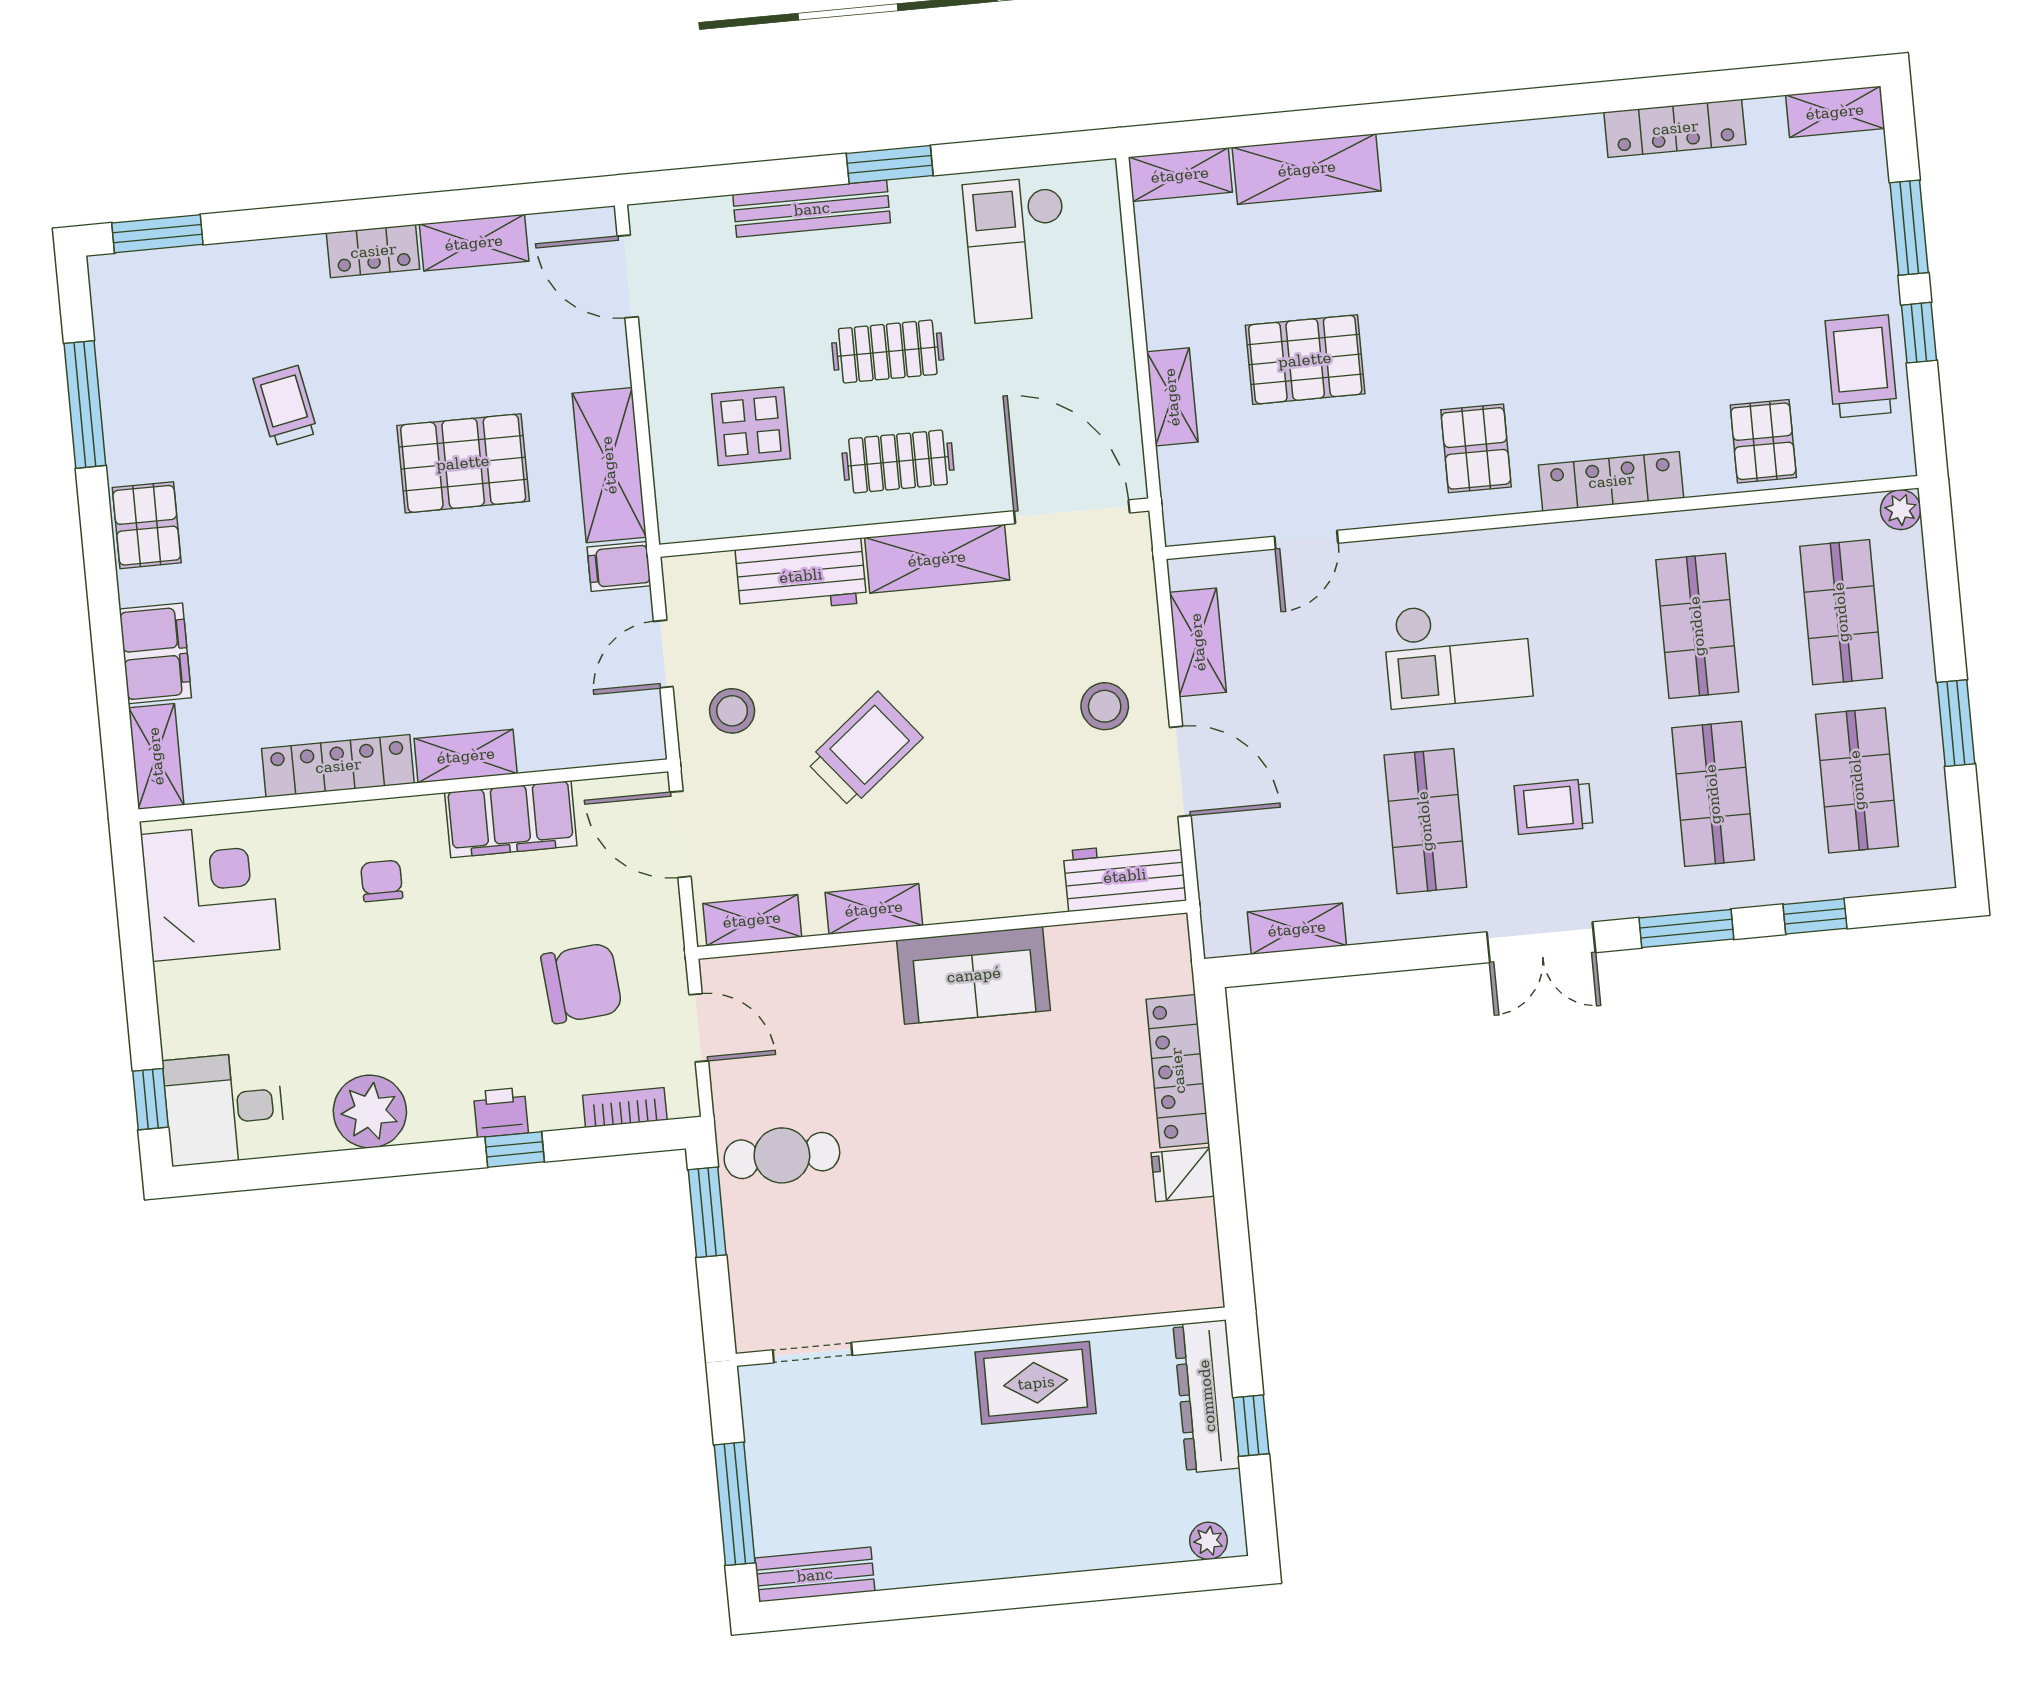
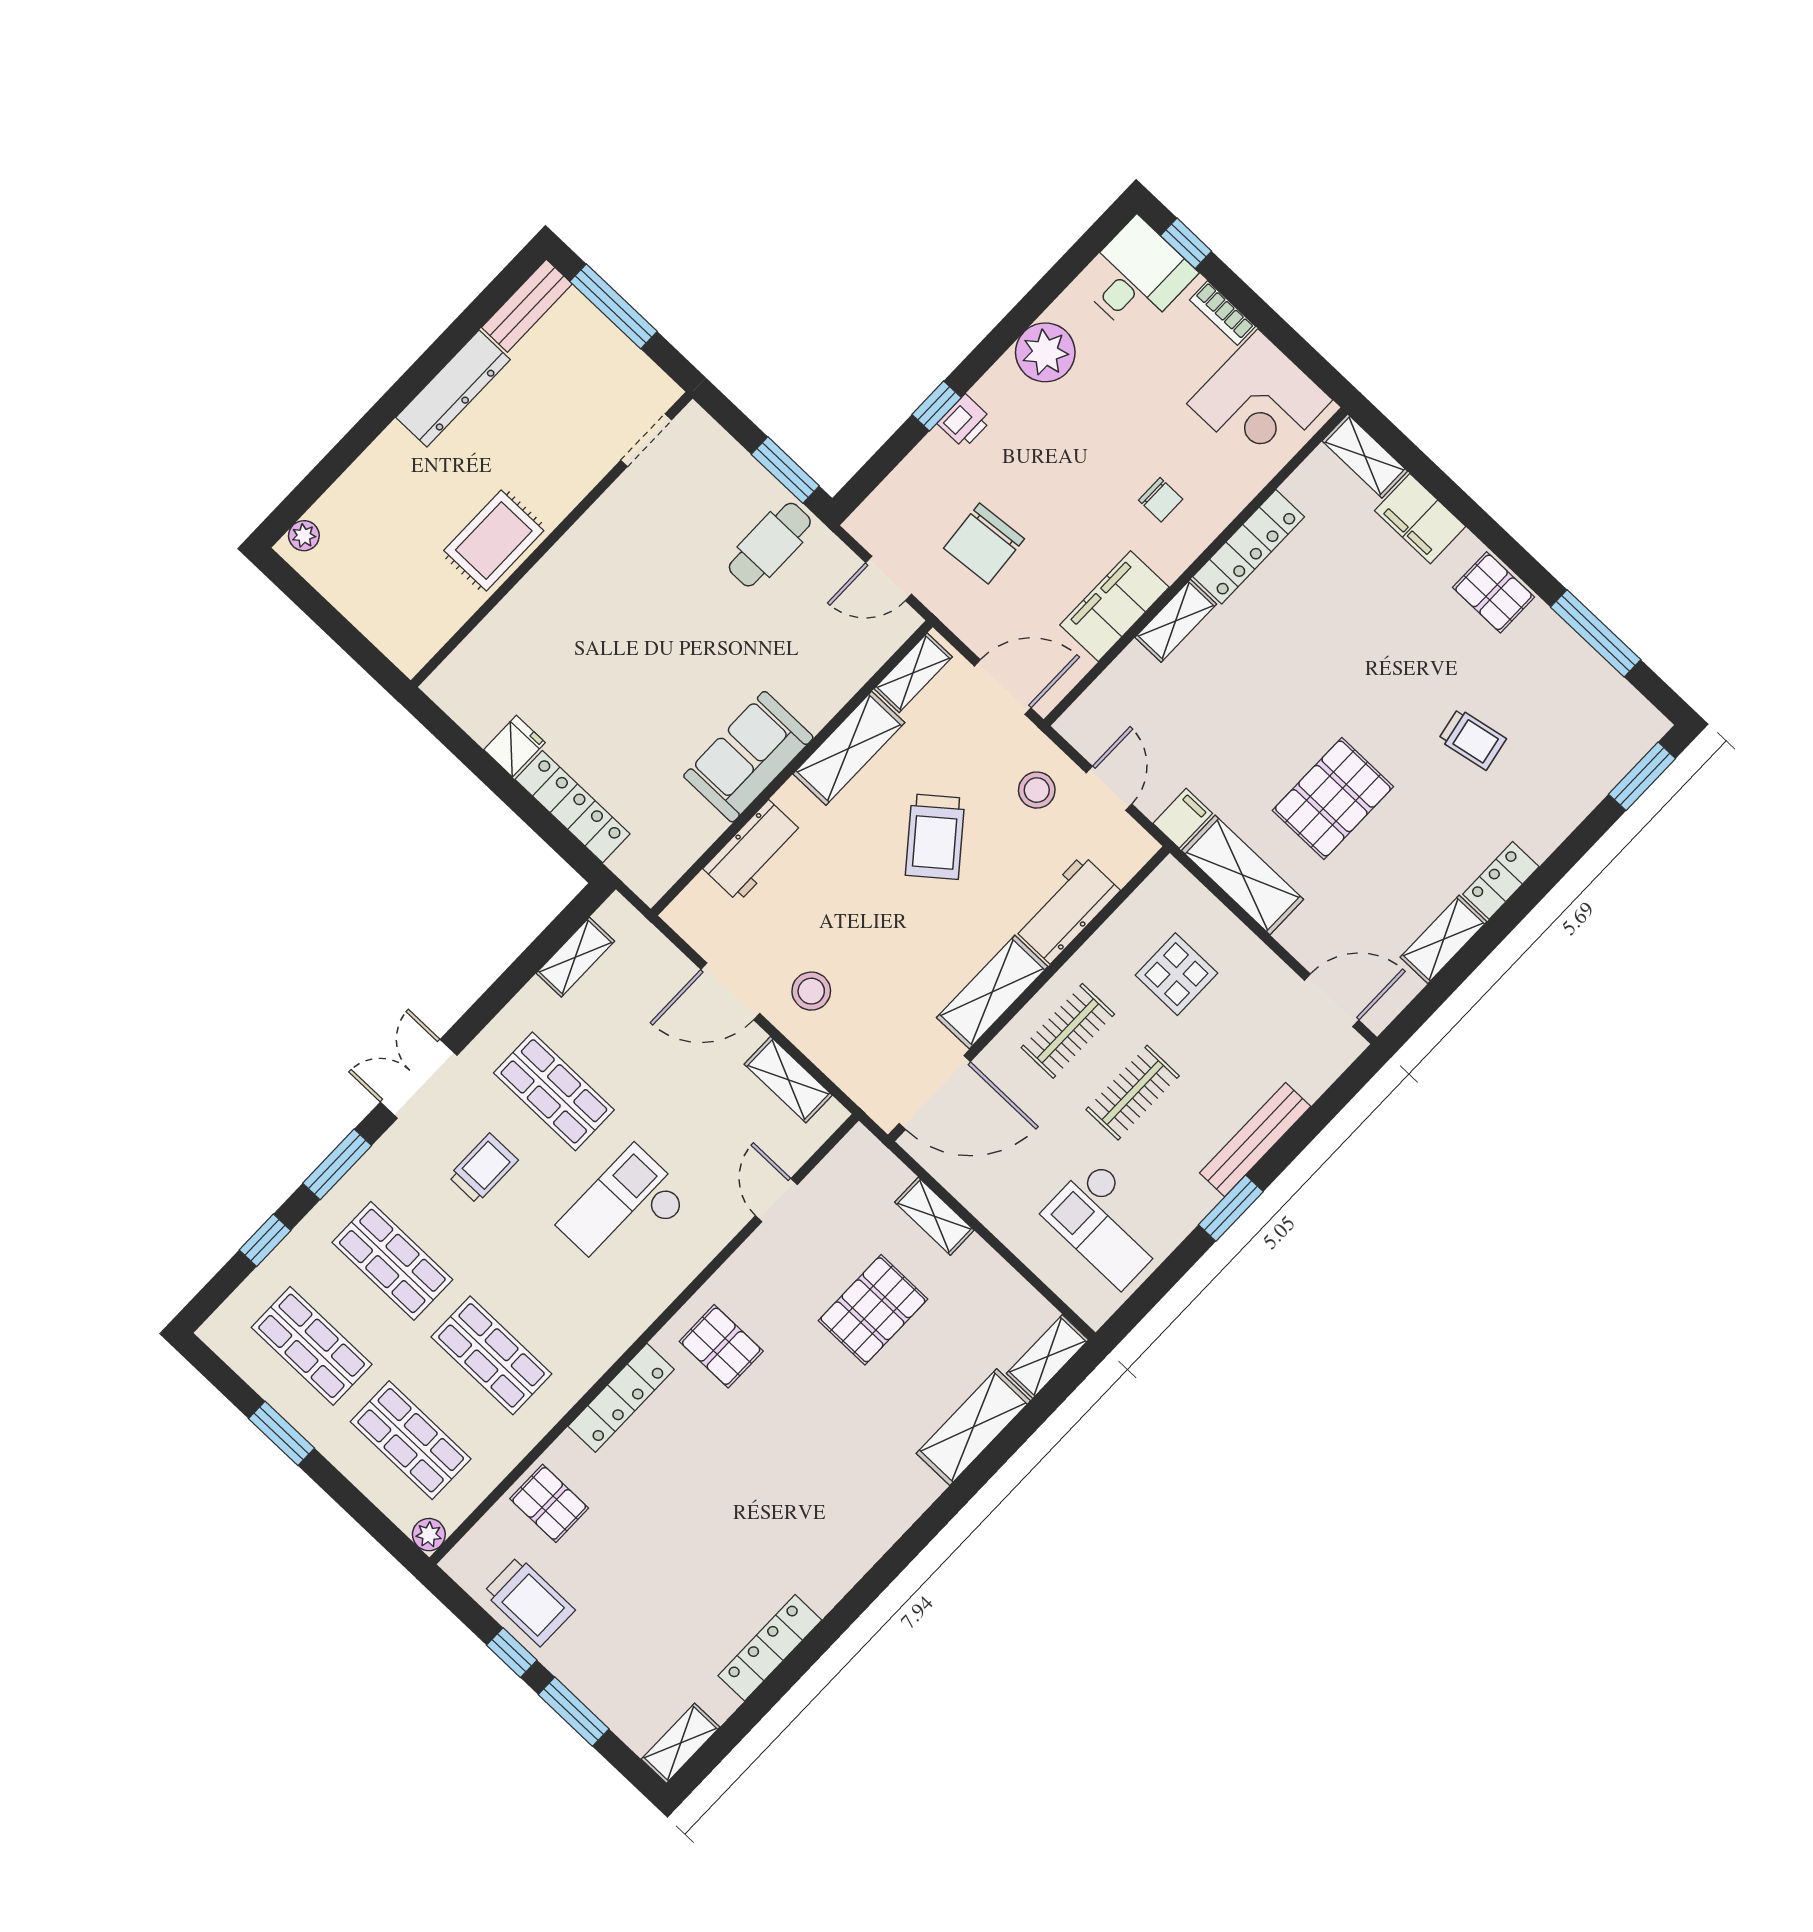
checkout: (1018, 249) -> (1107, 1224), turned 180
workbench: (1125, 876) -> (753, 851), moved
shelving: (874, 909) -> (849, 748), width x1.50, depth x1.33
bookcase: (625, 1108) -> (1222, 313), moved, turned 90
dresser: (1207, 1396) -> (453, 388), moved, turned 90
window: (1251, 1426) -> (339, 629), removed

